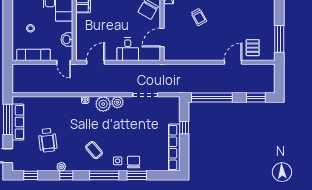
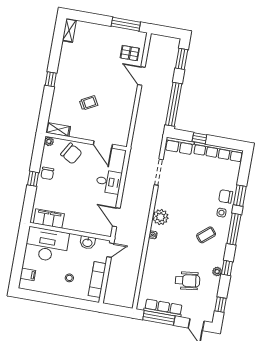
plant: (117, 102) -> (161, 202), removed
row of seats: (173, 110) -> (179, 146), added

